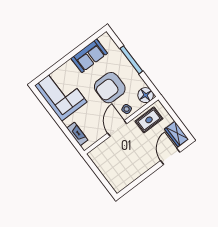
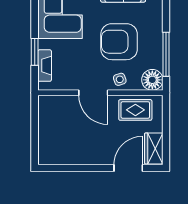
window: (131, 60) -> (166, 54), moved
door: (117, 128) -> (93, 93), swing flipped
window: (66, 131) -> (35, 52), added

